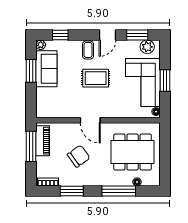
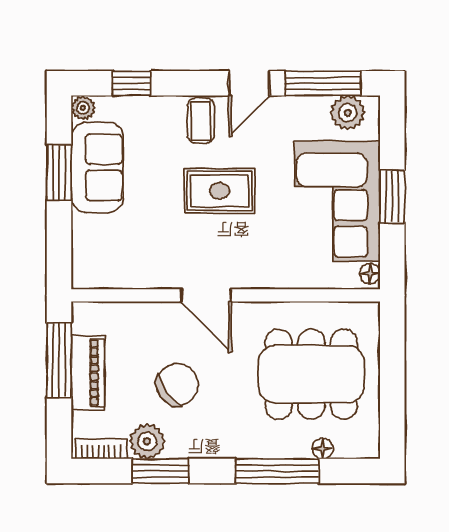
window: (137, 35) -> (323, 83), width x1.44
piano: (43, 141) -> (88, 372), moved
plant: (66, 179) -> (147, 441), added

